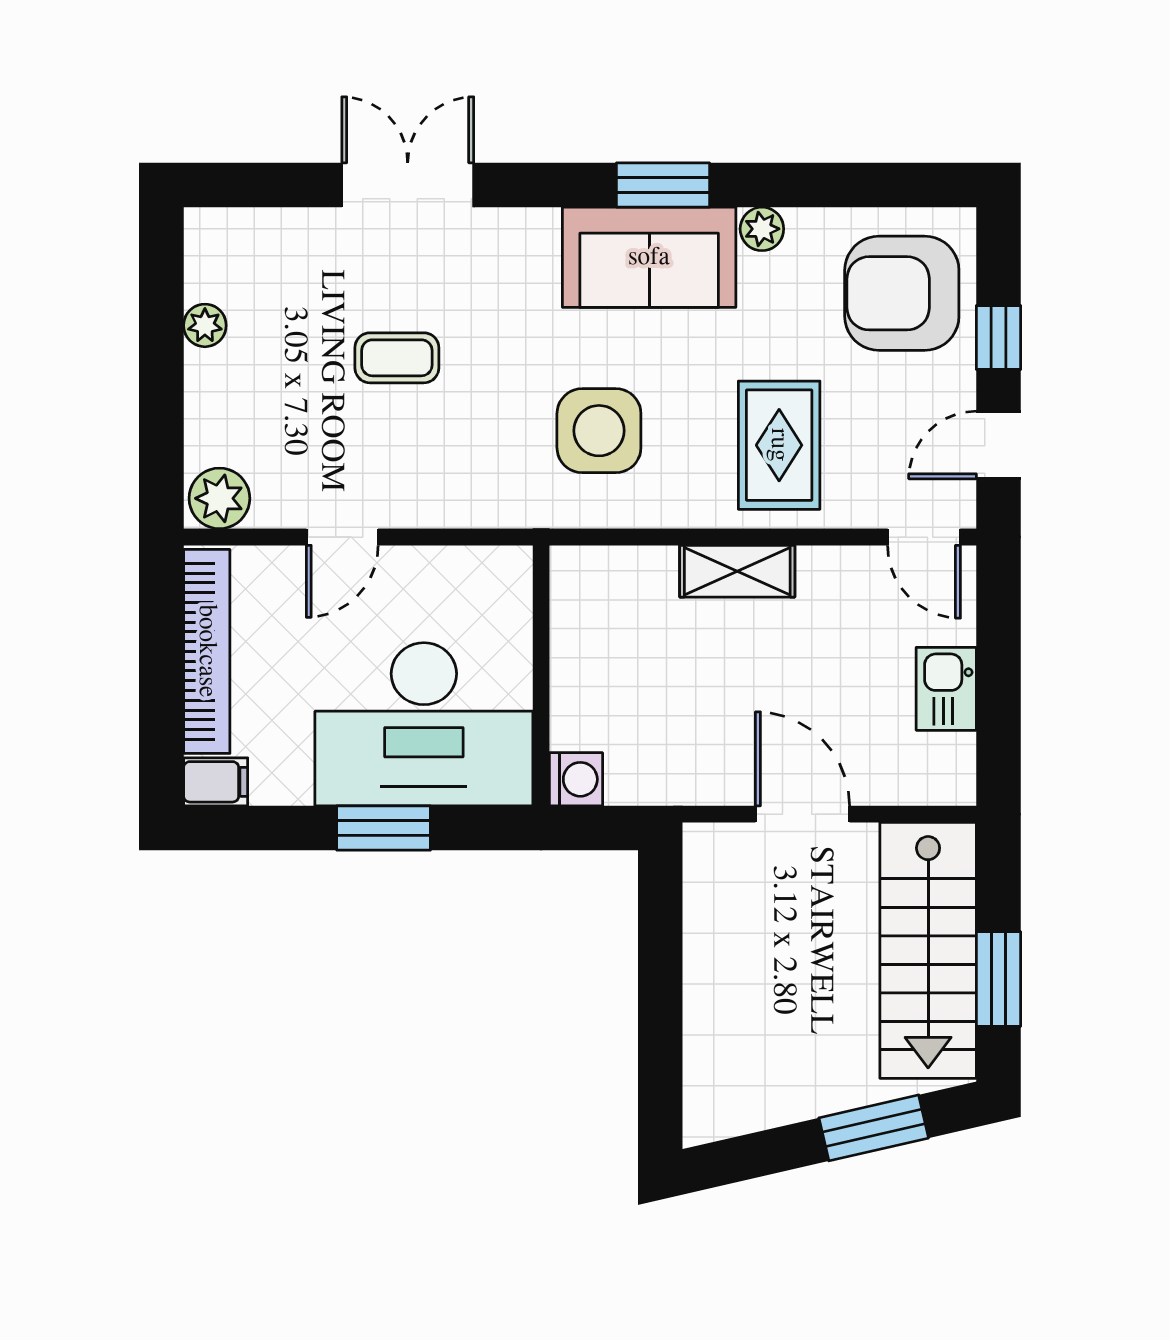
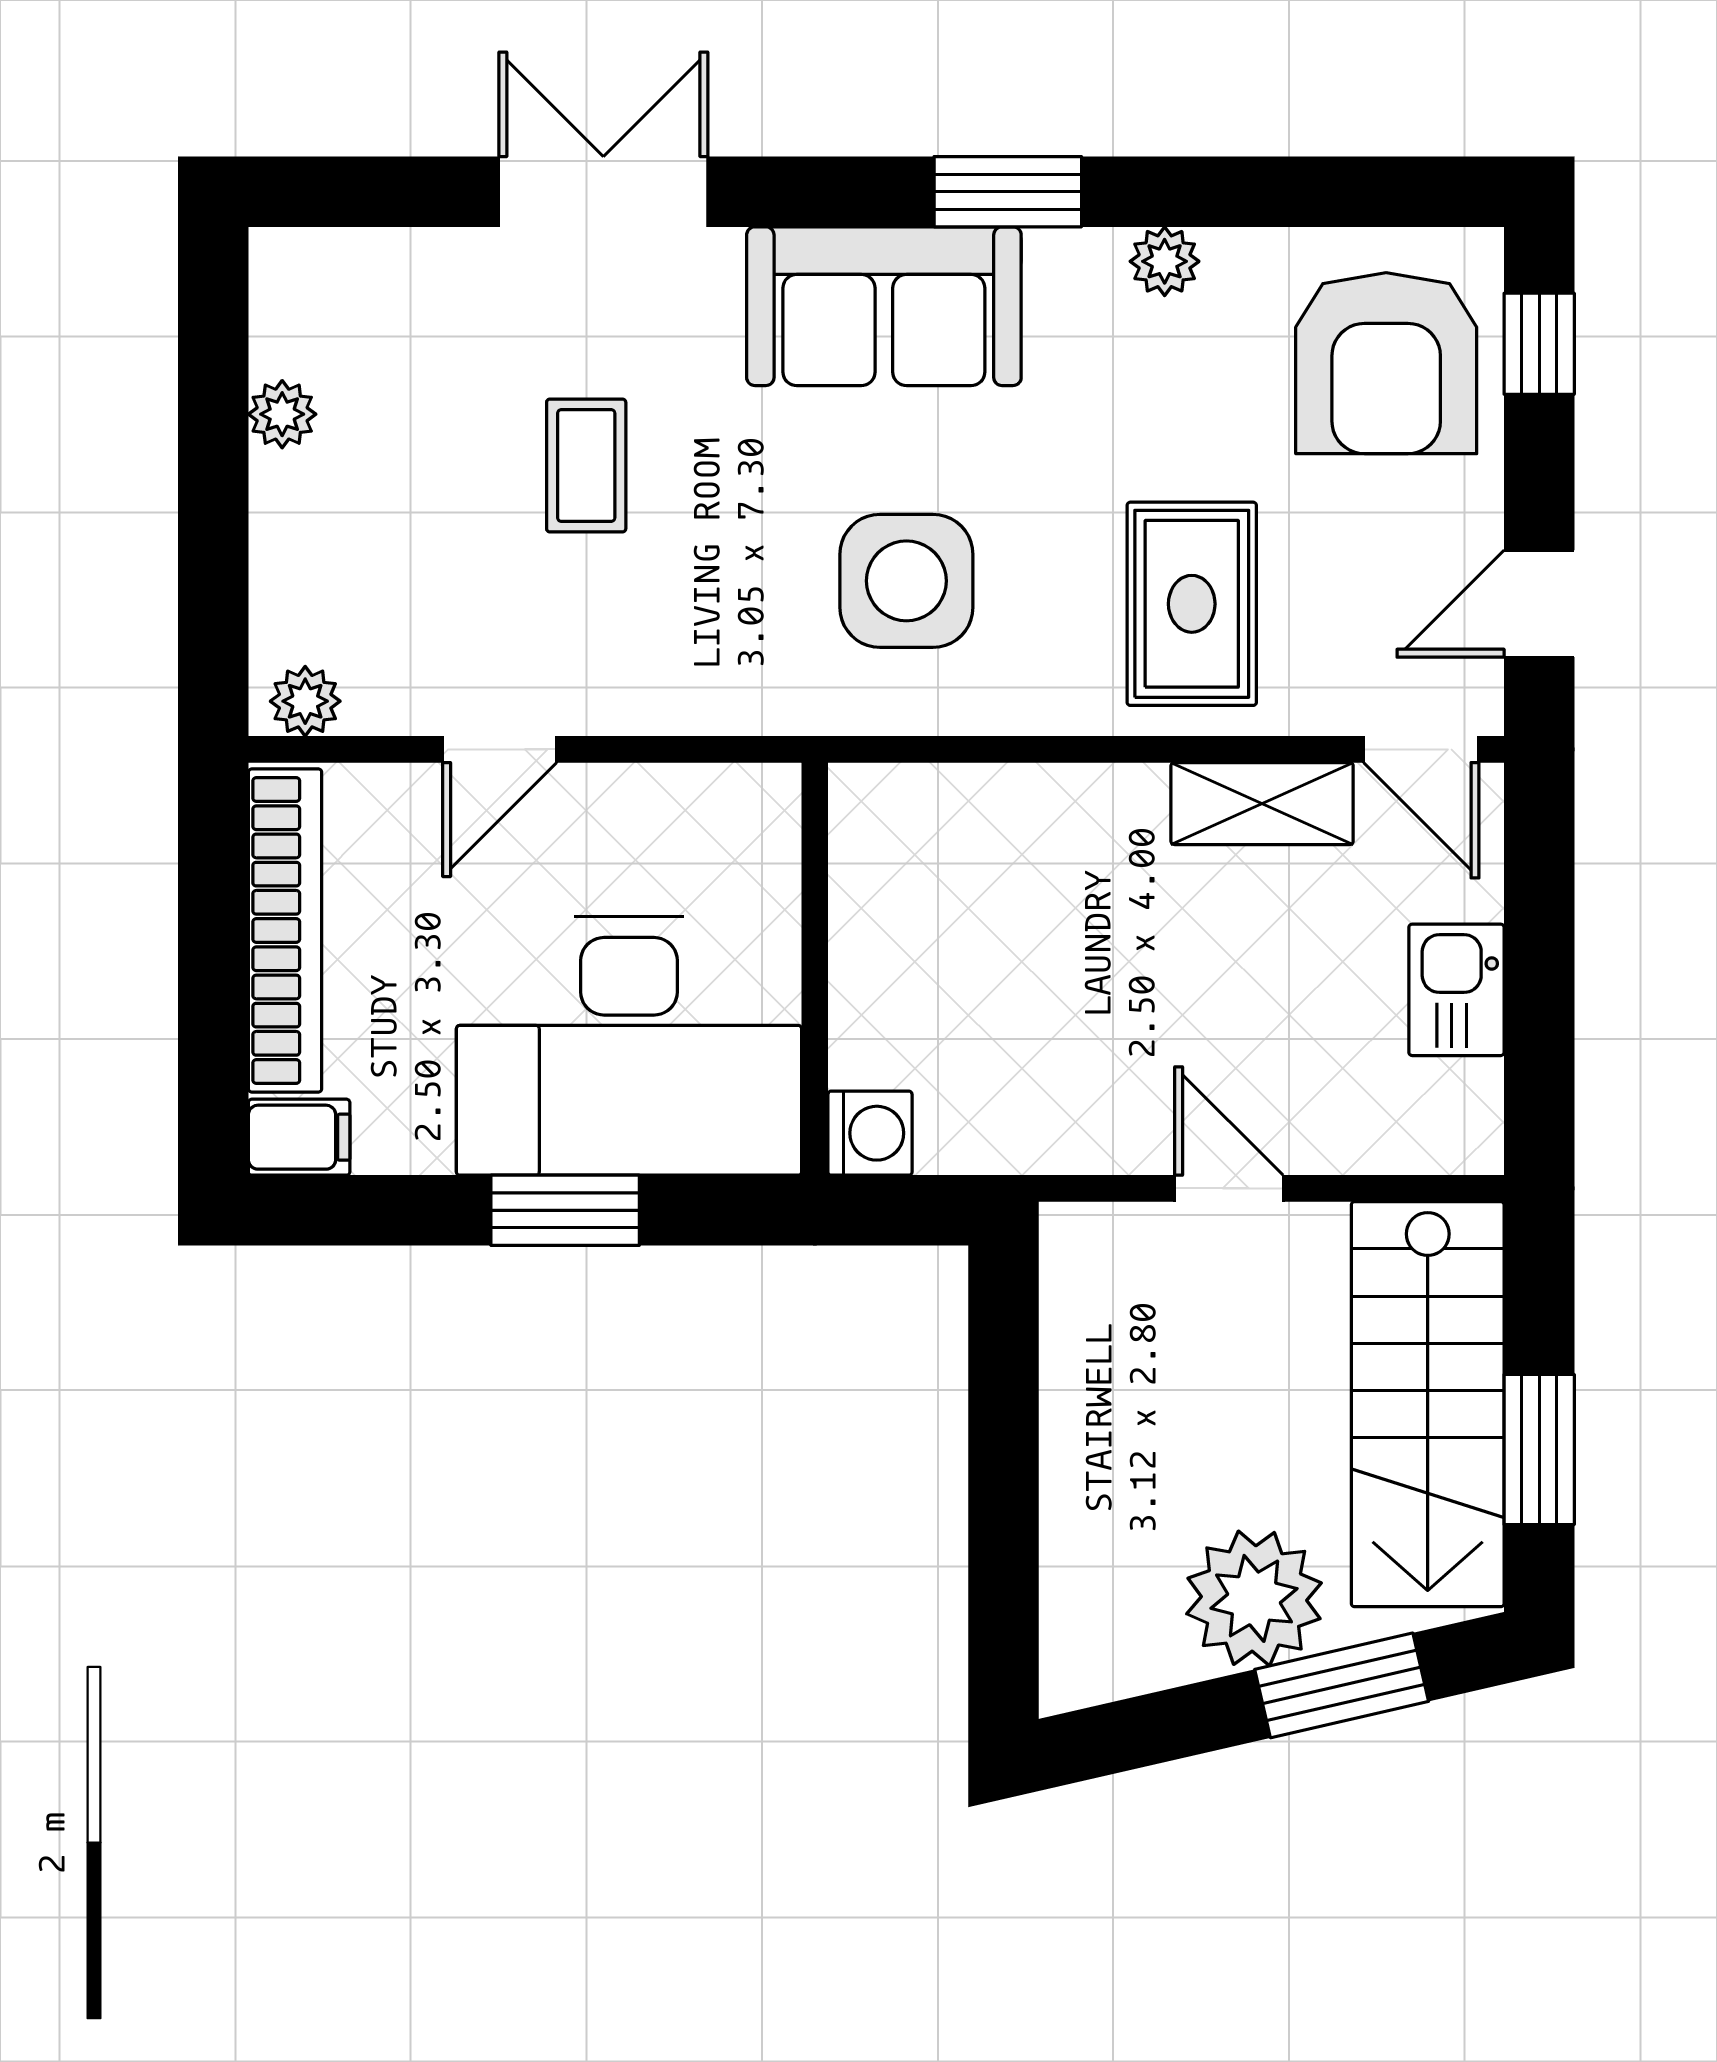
sofa: (649, 257) -> (884, 306), moved
armchair: (902, 293) -> (1386, 363), turned -90
window: (998, 338) -> (1539, 344), moved
coffee table: (397, 358) -> (586, 466), turned 90
plant: (219, 498) -> (305, 701), width x0.73, depth x0.73
shelving: (737, 571) -> (1262, 804), moved
door: (803, 814) -> (1229, 1188), width x0.73
plant: (818, 1073) -> (1254, 1598), added

